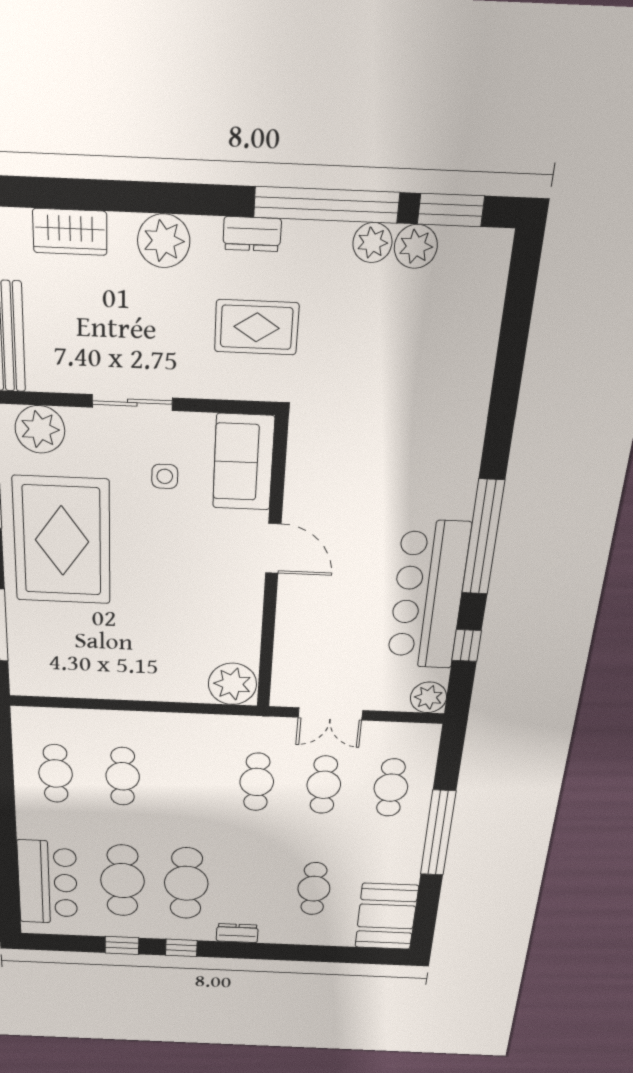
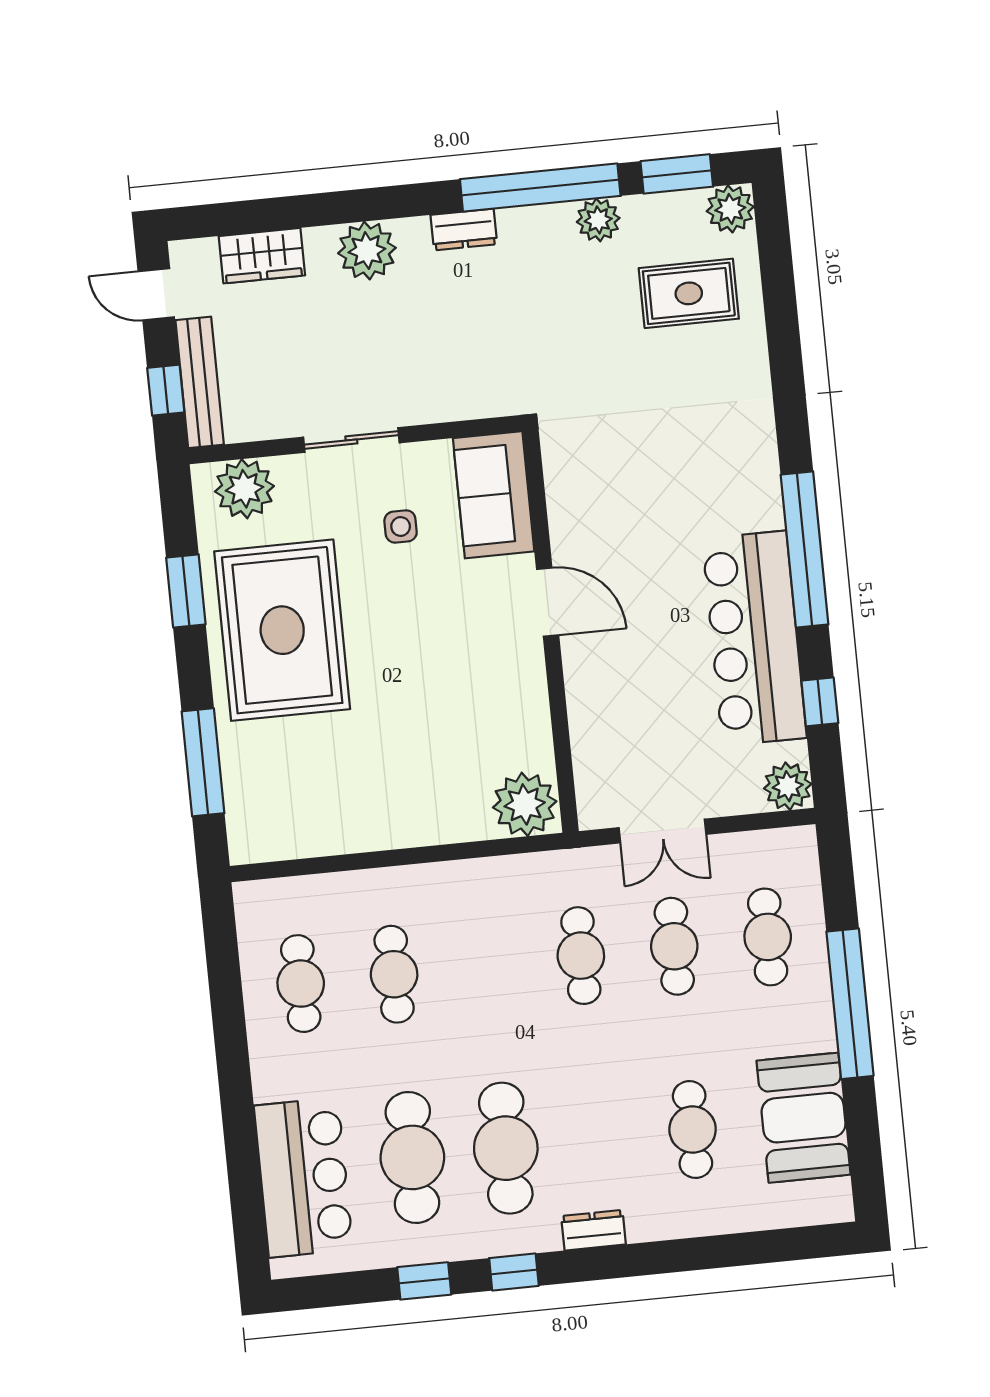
plant: (416, 246) -> (730, 209), moved
rug: (257, 327) -> (689, 293), moved
booth: (387, 916) -> (804, 1118), moved

